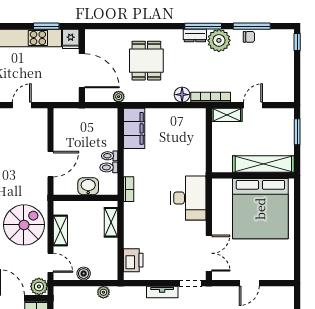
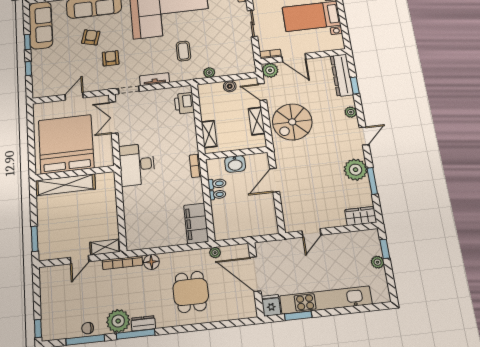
shelving: (263, 164) -> (65, 185), moved
wall: (253, 175) -> (75, 173), moved
bed: (260, 209) -> (66, 144), moved

